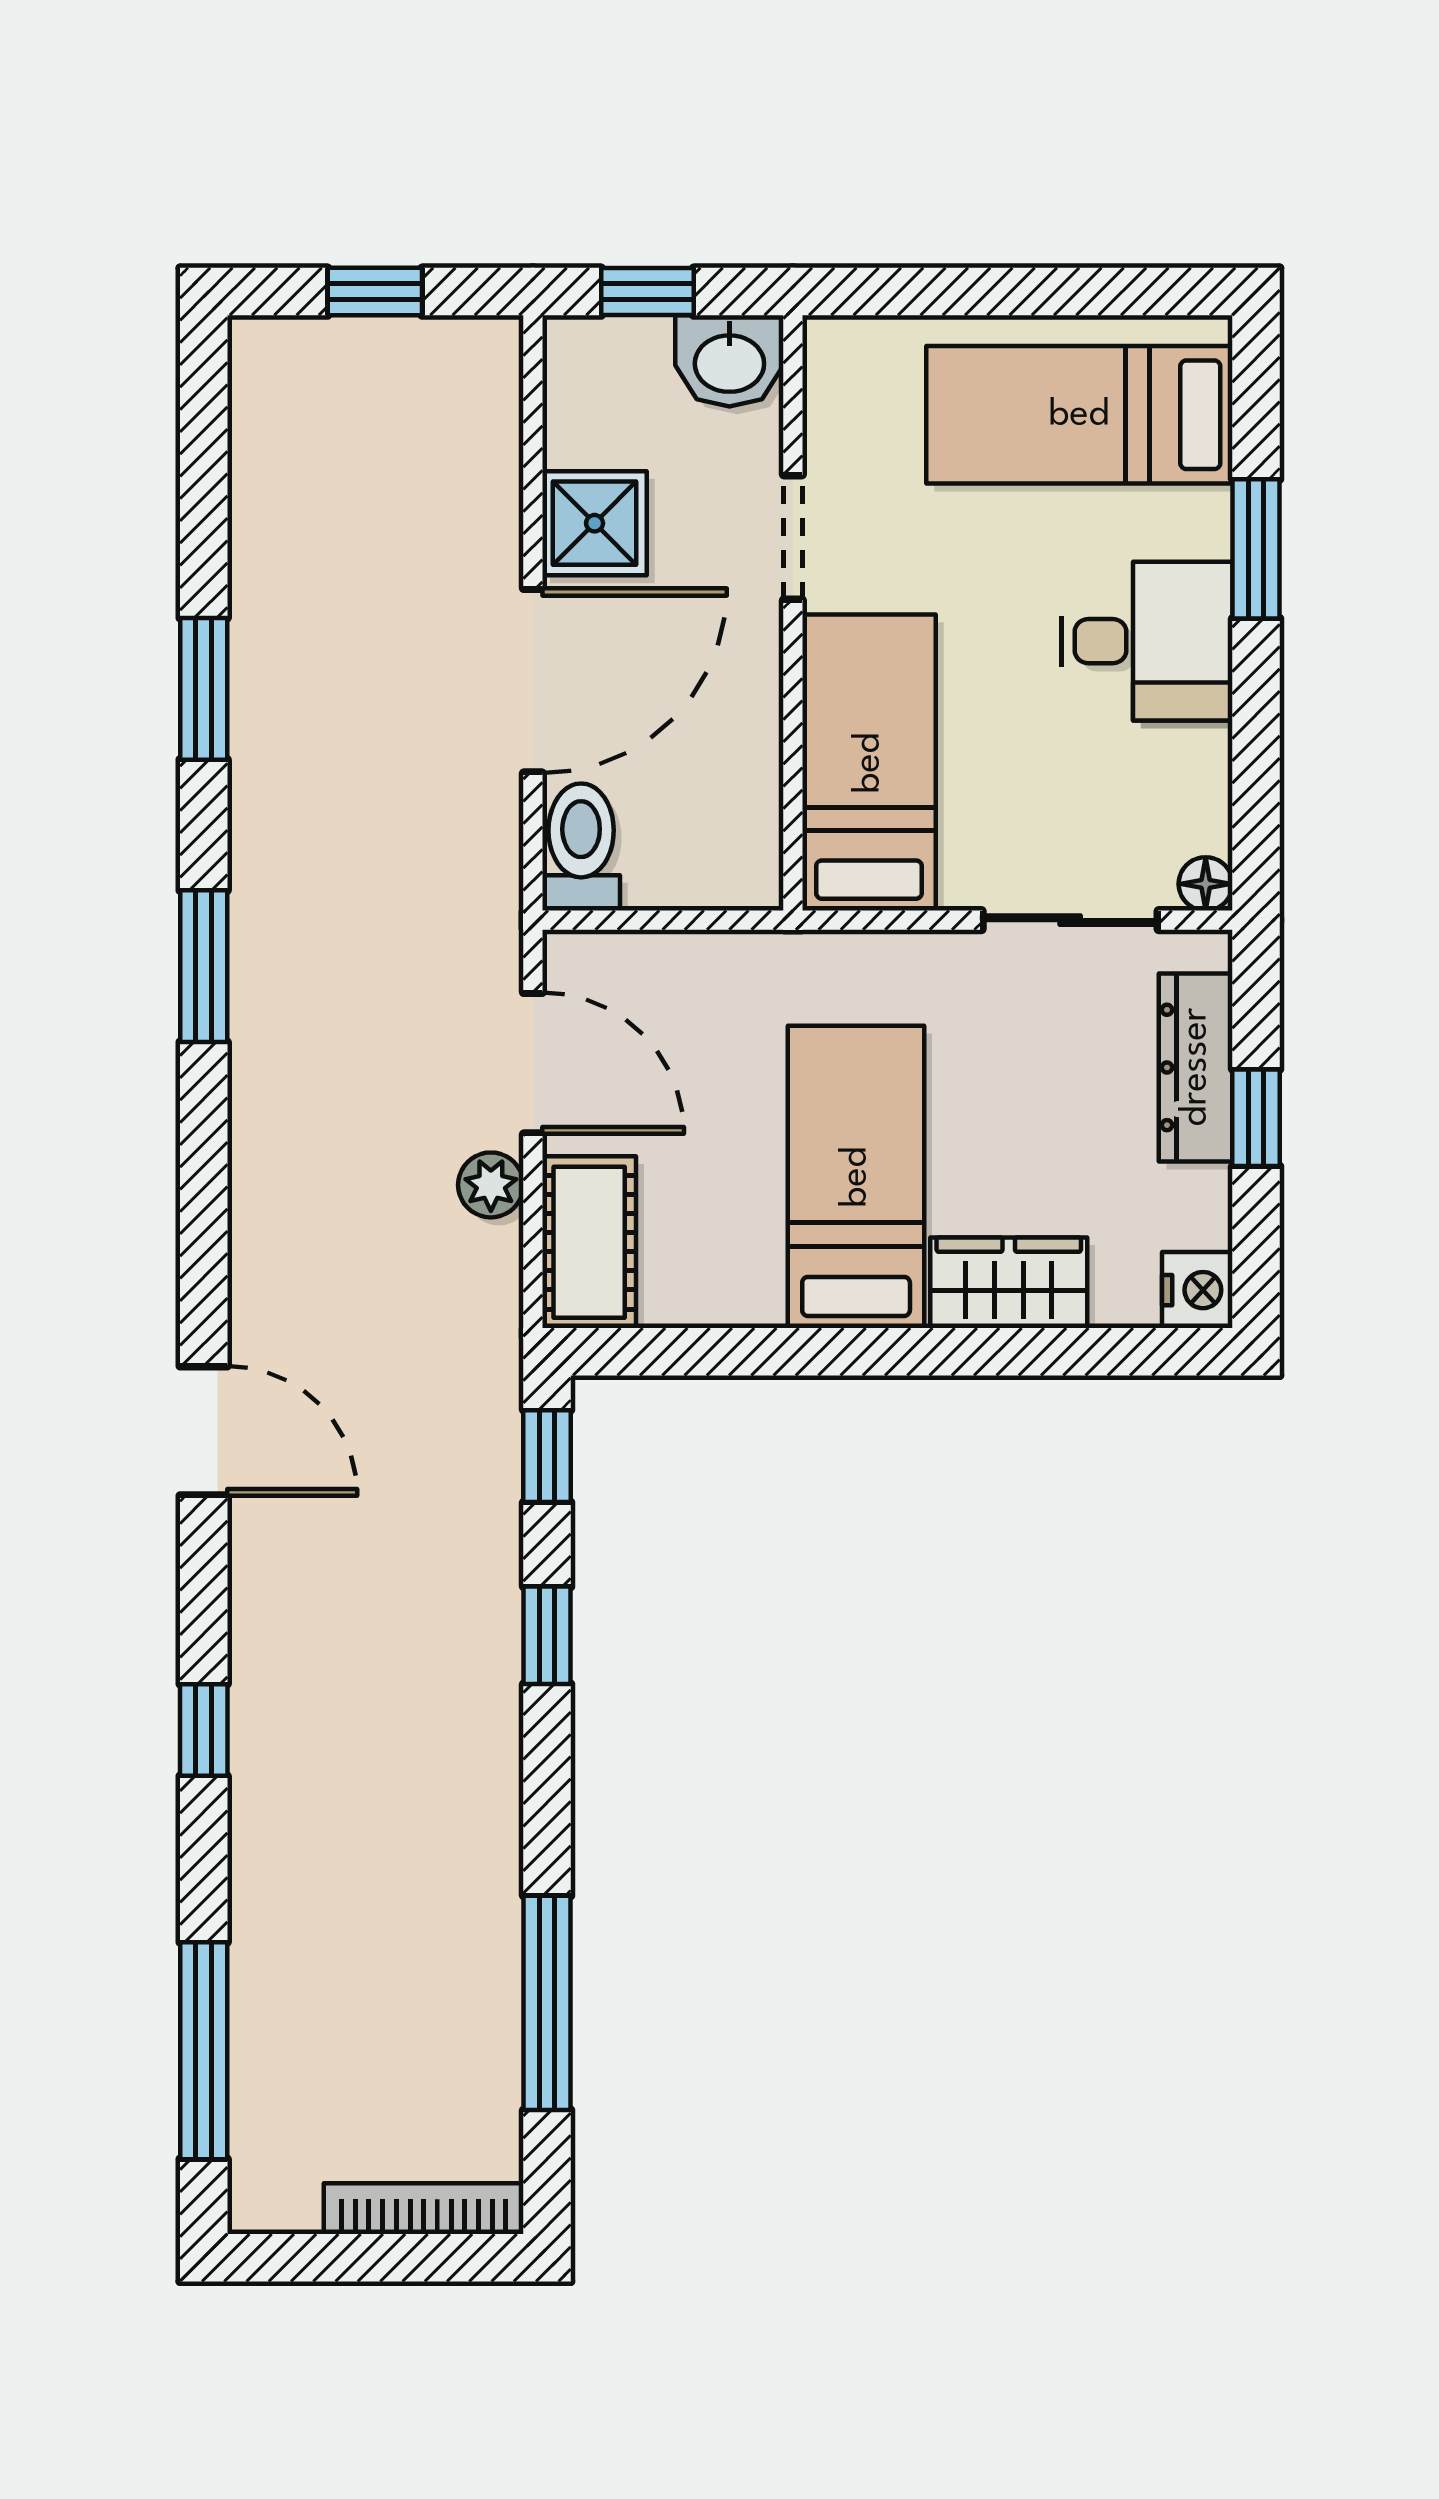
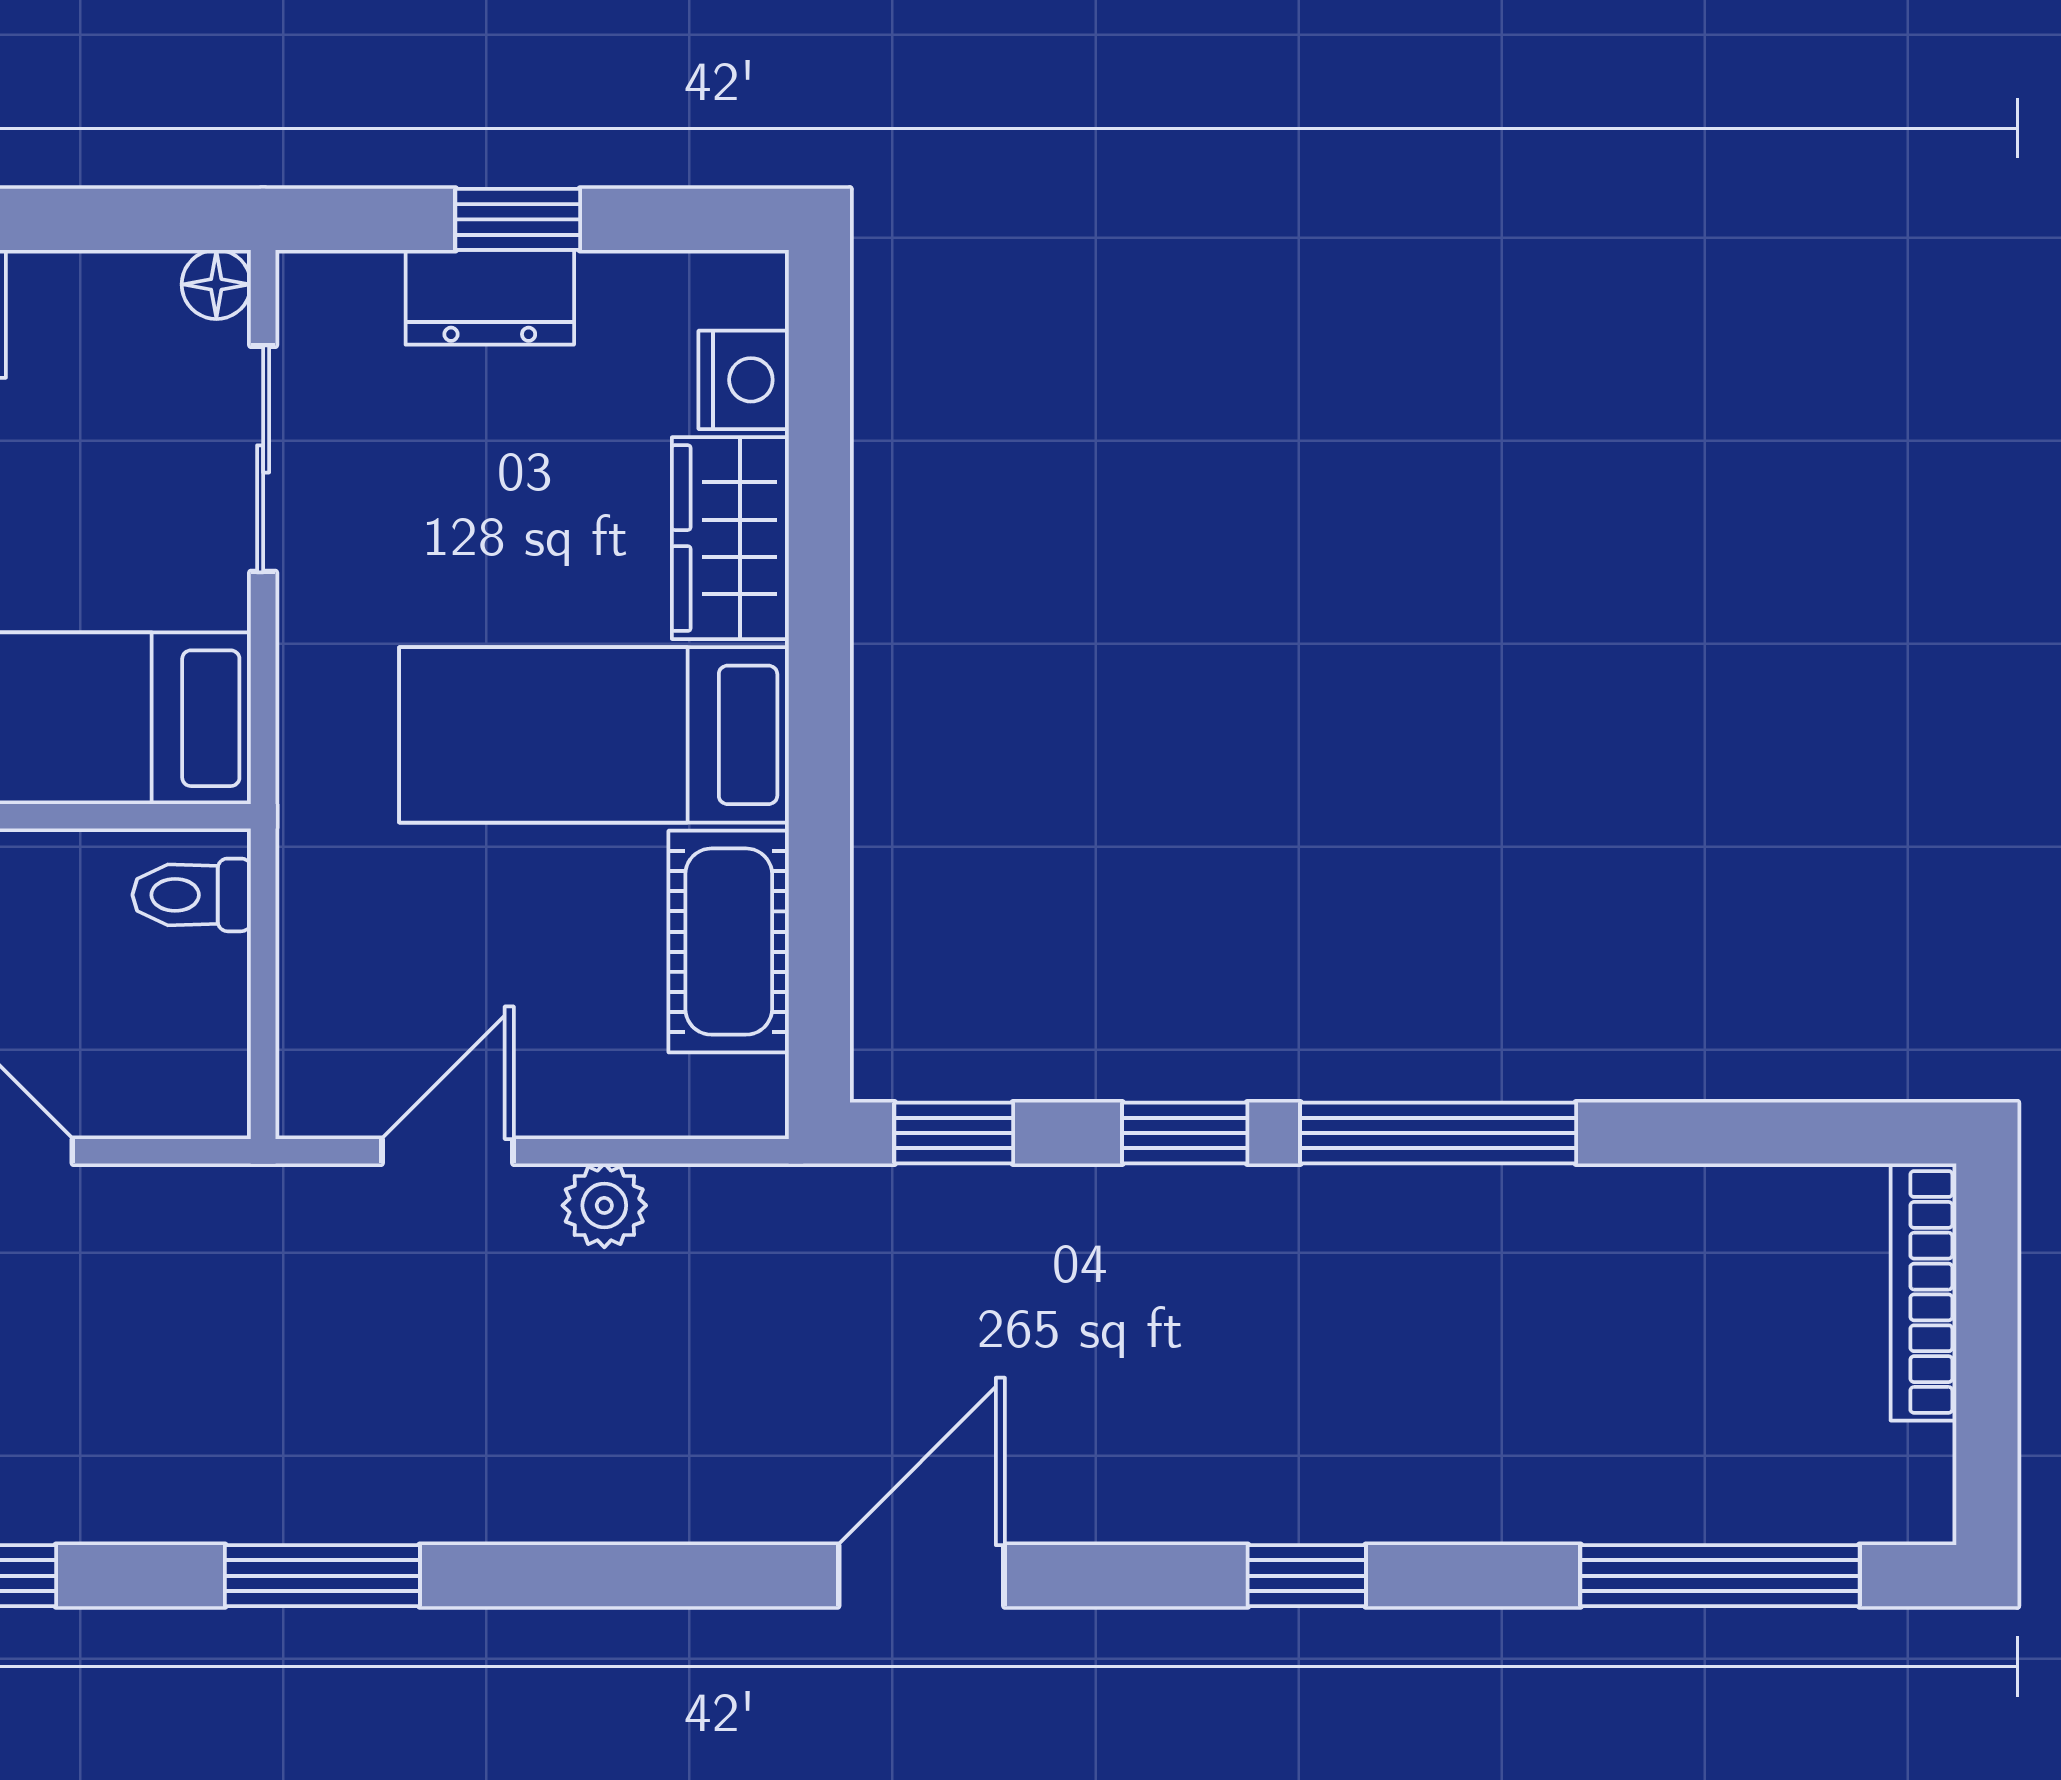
toilet: (581, 847) -> (192, 895), moved, width x0.73, depth x0.72
door: (533, 1063) -> (447, 1151), width x0.73
dresser: (1196, 1067) -> (490, 297), width x0.70
cot: (589, 1242) -> (729, 942), moved, turned 90
nightstand: (1197, 1290) -> (744, 380), moved, turned 90
window: (547, 2003) -> (1438, 1133), moved

